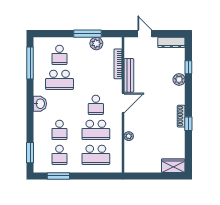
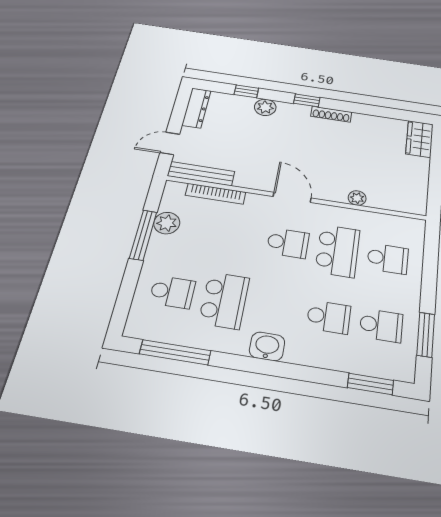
bench: (129, 75) -> (201, 174), moved
window: (188, 124) -> (307, 100), moved
school desk: (96, 155) -> (388, 259), width x0.54

